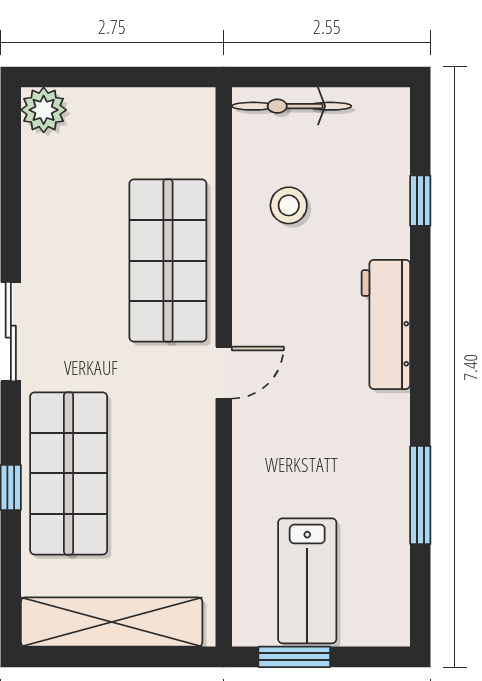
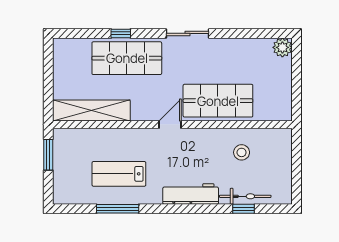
bicycle: (292, 106) -> (245, 196), moved, turned 90
door: (224, 373) -> (170, 125), swing flipped
lab bench: (307, 581) -> (119, 174), moved
shelving: (112, 622) -> (91, 111), moved, turned 90

